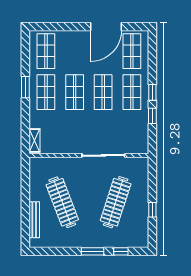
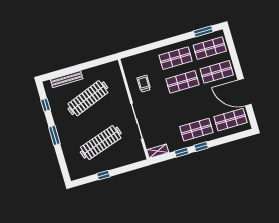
window: (25, 87) -> (203, 31), moved
shop shelf: (103, 92) -> (217, 72), moved
trolley: (64, 136) -> (144, 84), added
shelving: (34, 141) -> (158, 151), moved
clothes rail: (116, 202) -> (101, 143), turned -36
window: (121, 251) -> (46, 105), moved

